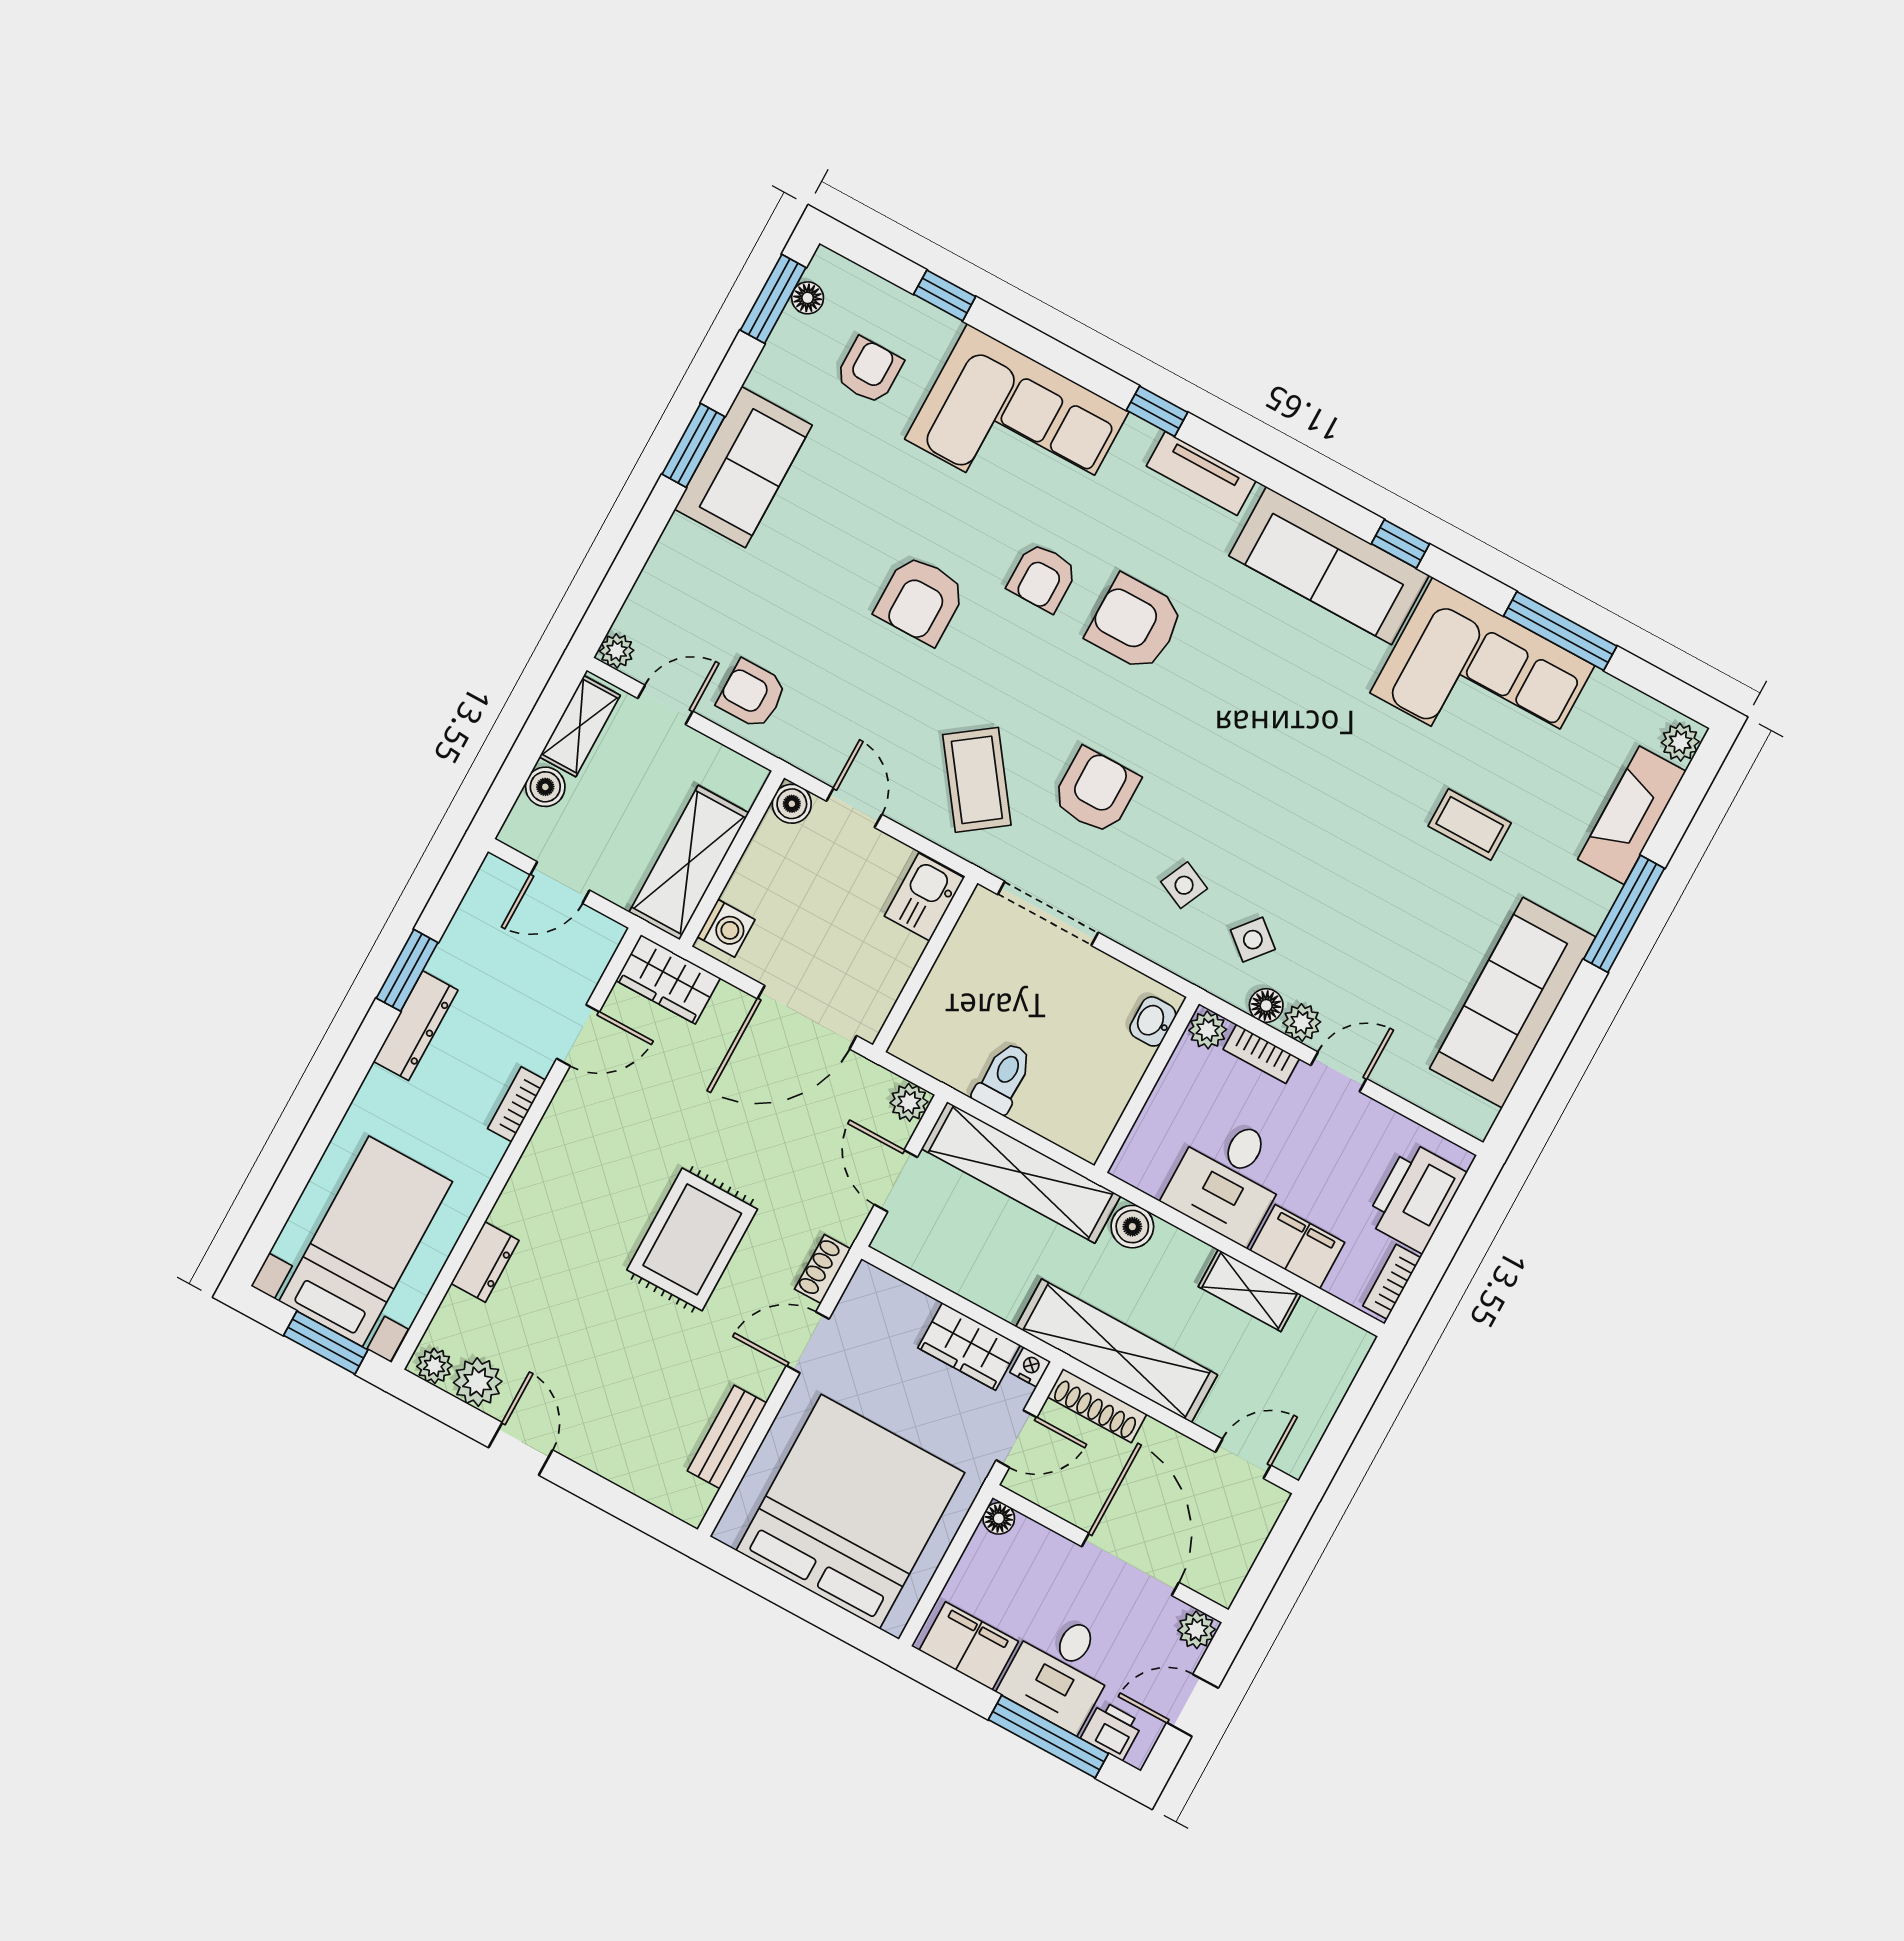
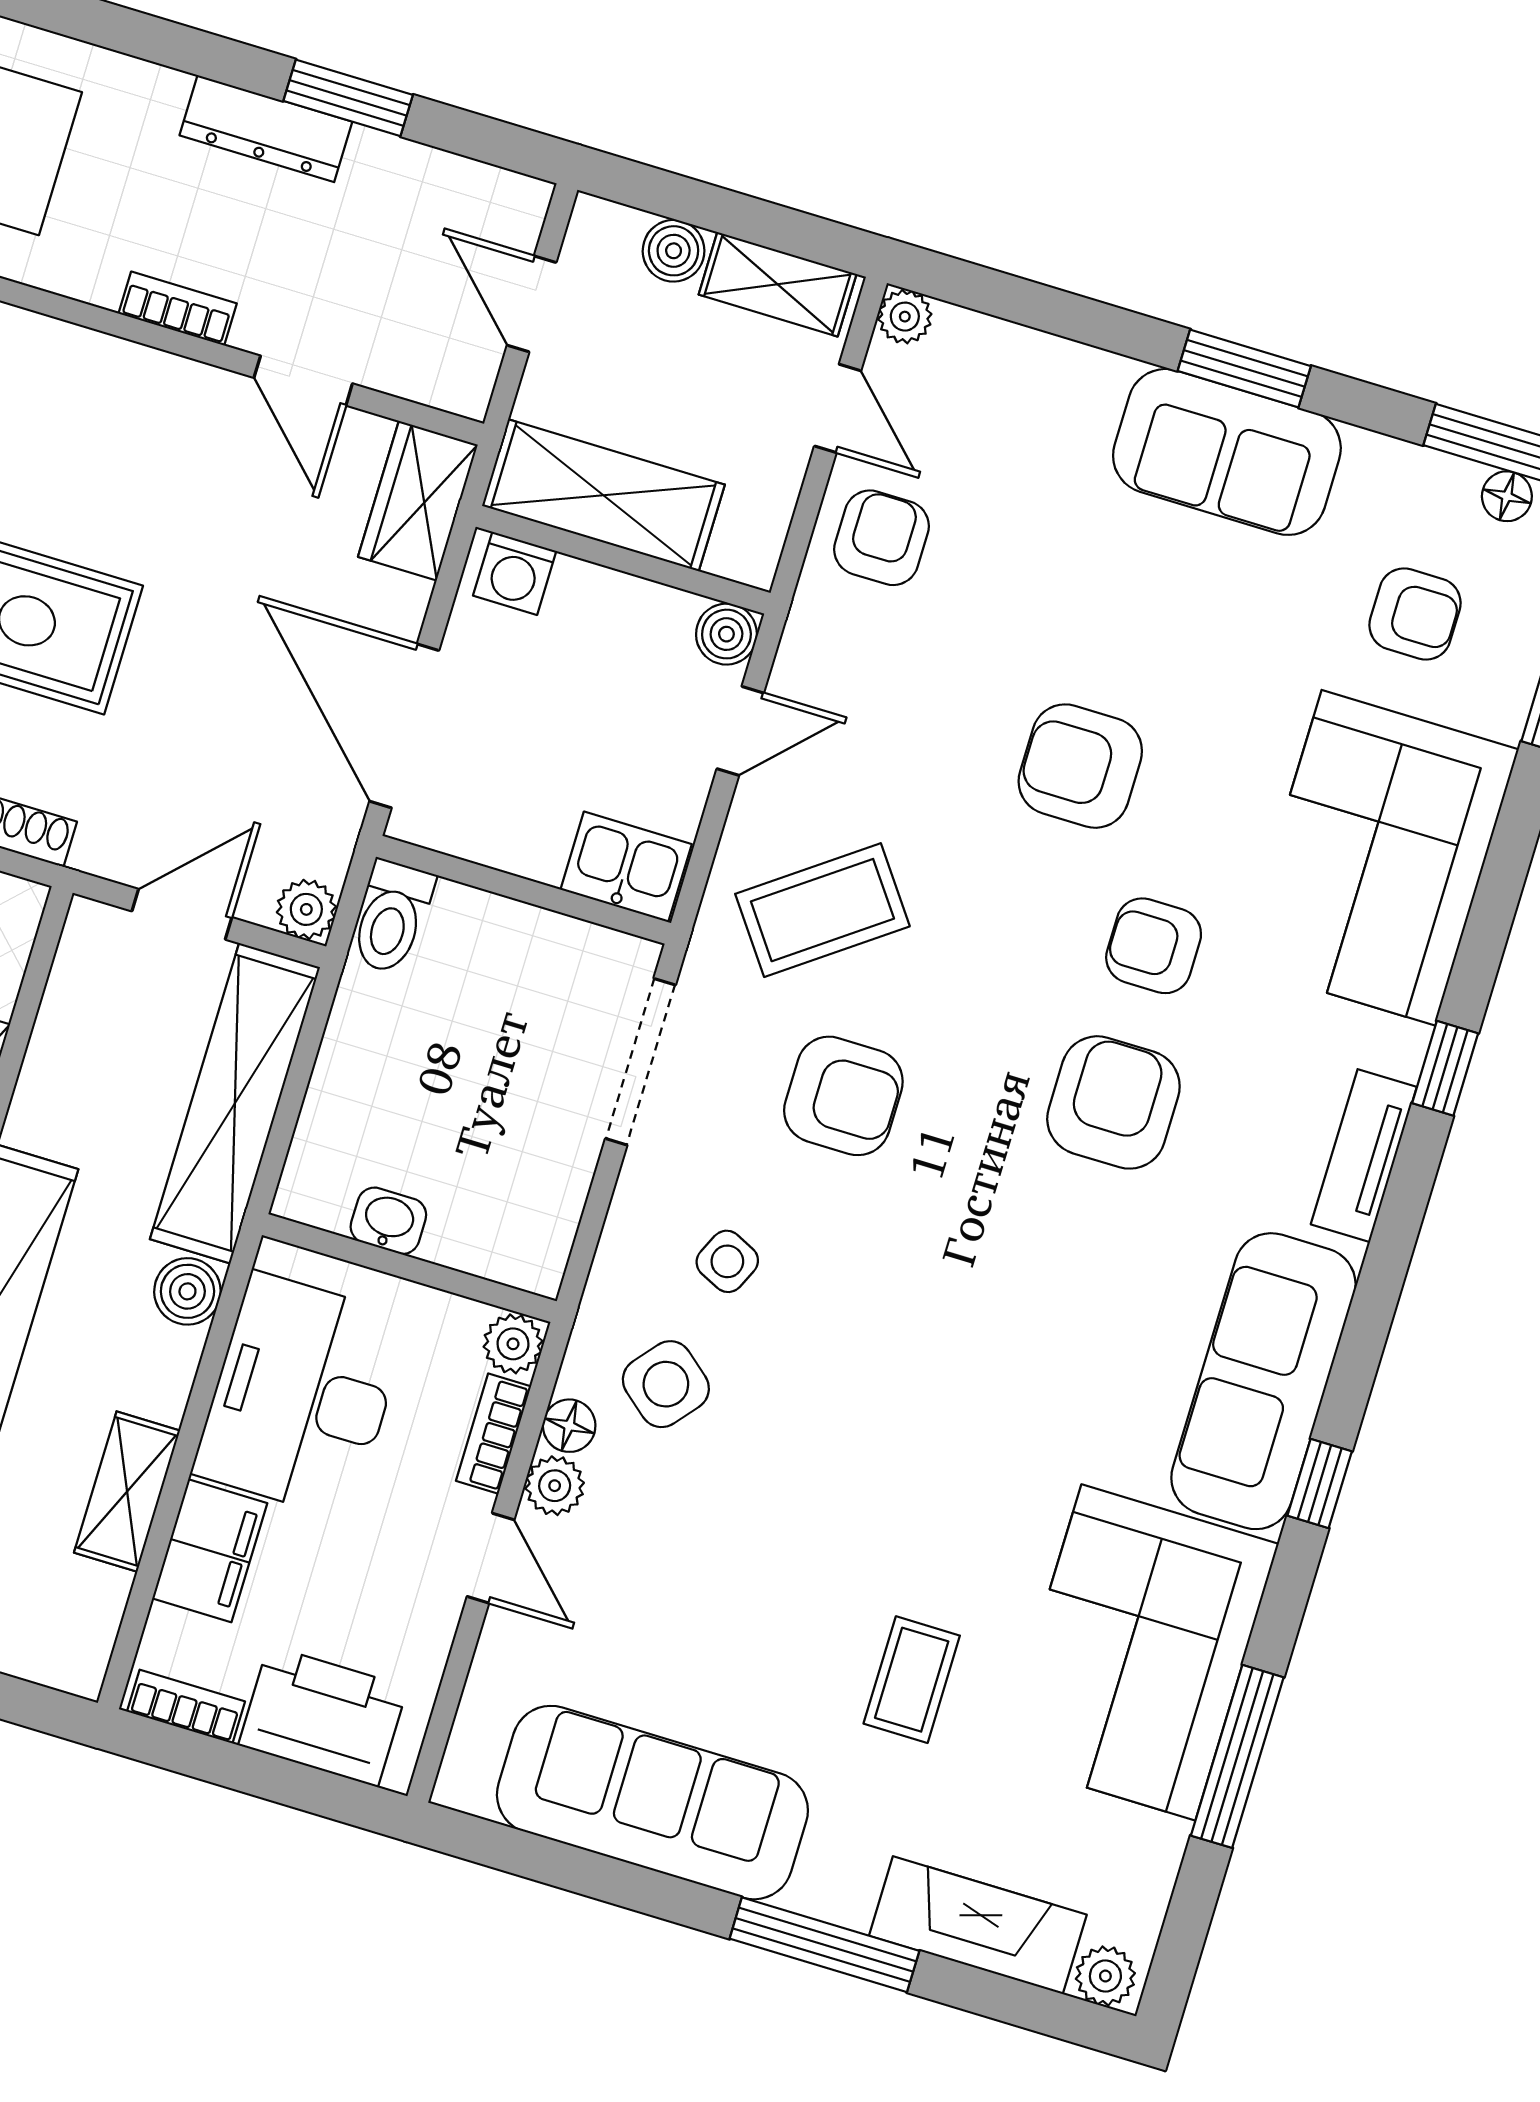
side table: (1253, 940) -> (666, 1384), width x1.37, depth x1.37
washbasin: (1153, 1021) -> (388, 1221), moved
toilet: (1003, 1078) -> (392, 917), moved, turned 90
desk: (1229, 1178) -> (301, 1396), width x1.37

